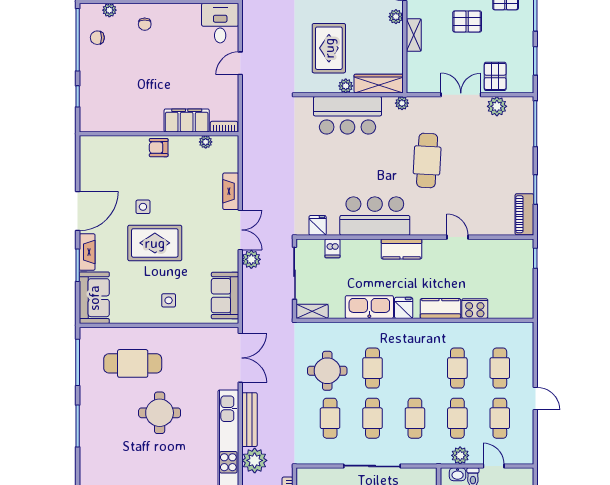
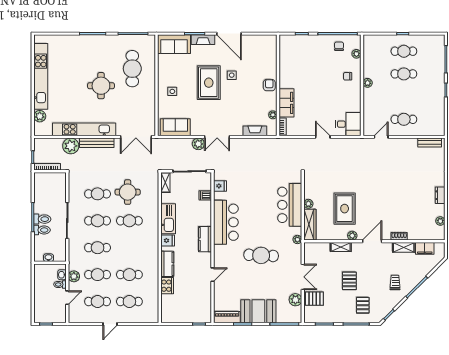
rug: (329, 48) -> (345, 209), moved, turned 90
booth: (515, 165) -> (258, 311), added
fireplace: (231, 191) -> (255, 131), moved

